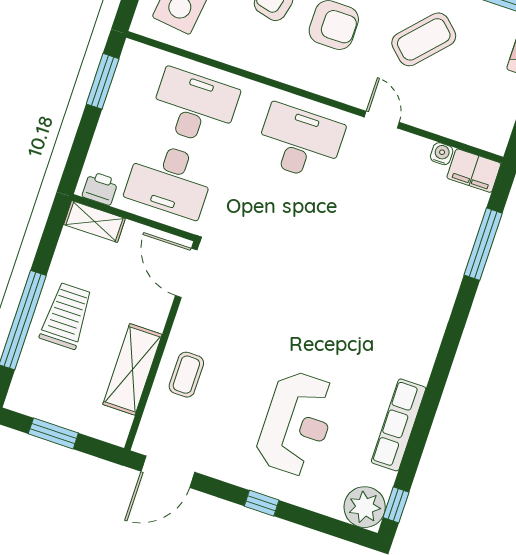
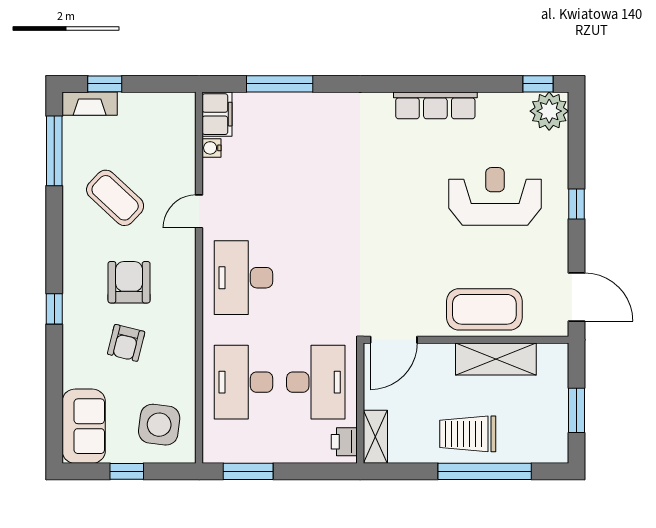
coffee table: (186, 375) -> (484, 309), width x1.86, depth x1.72
row of seats: (399, 425) -> (435, 105), moved

